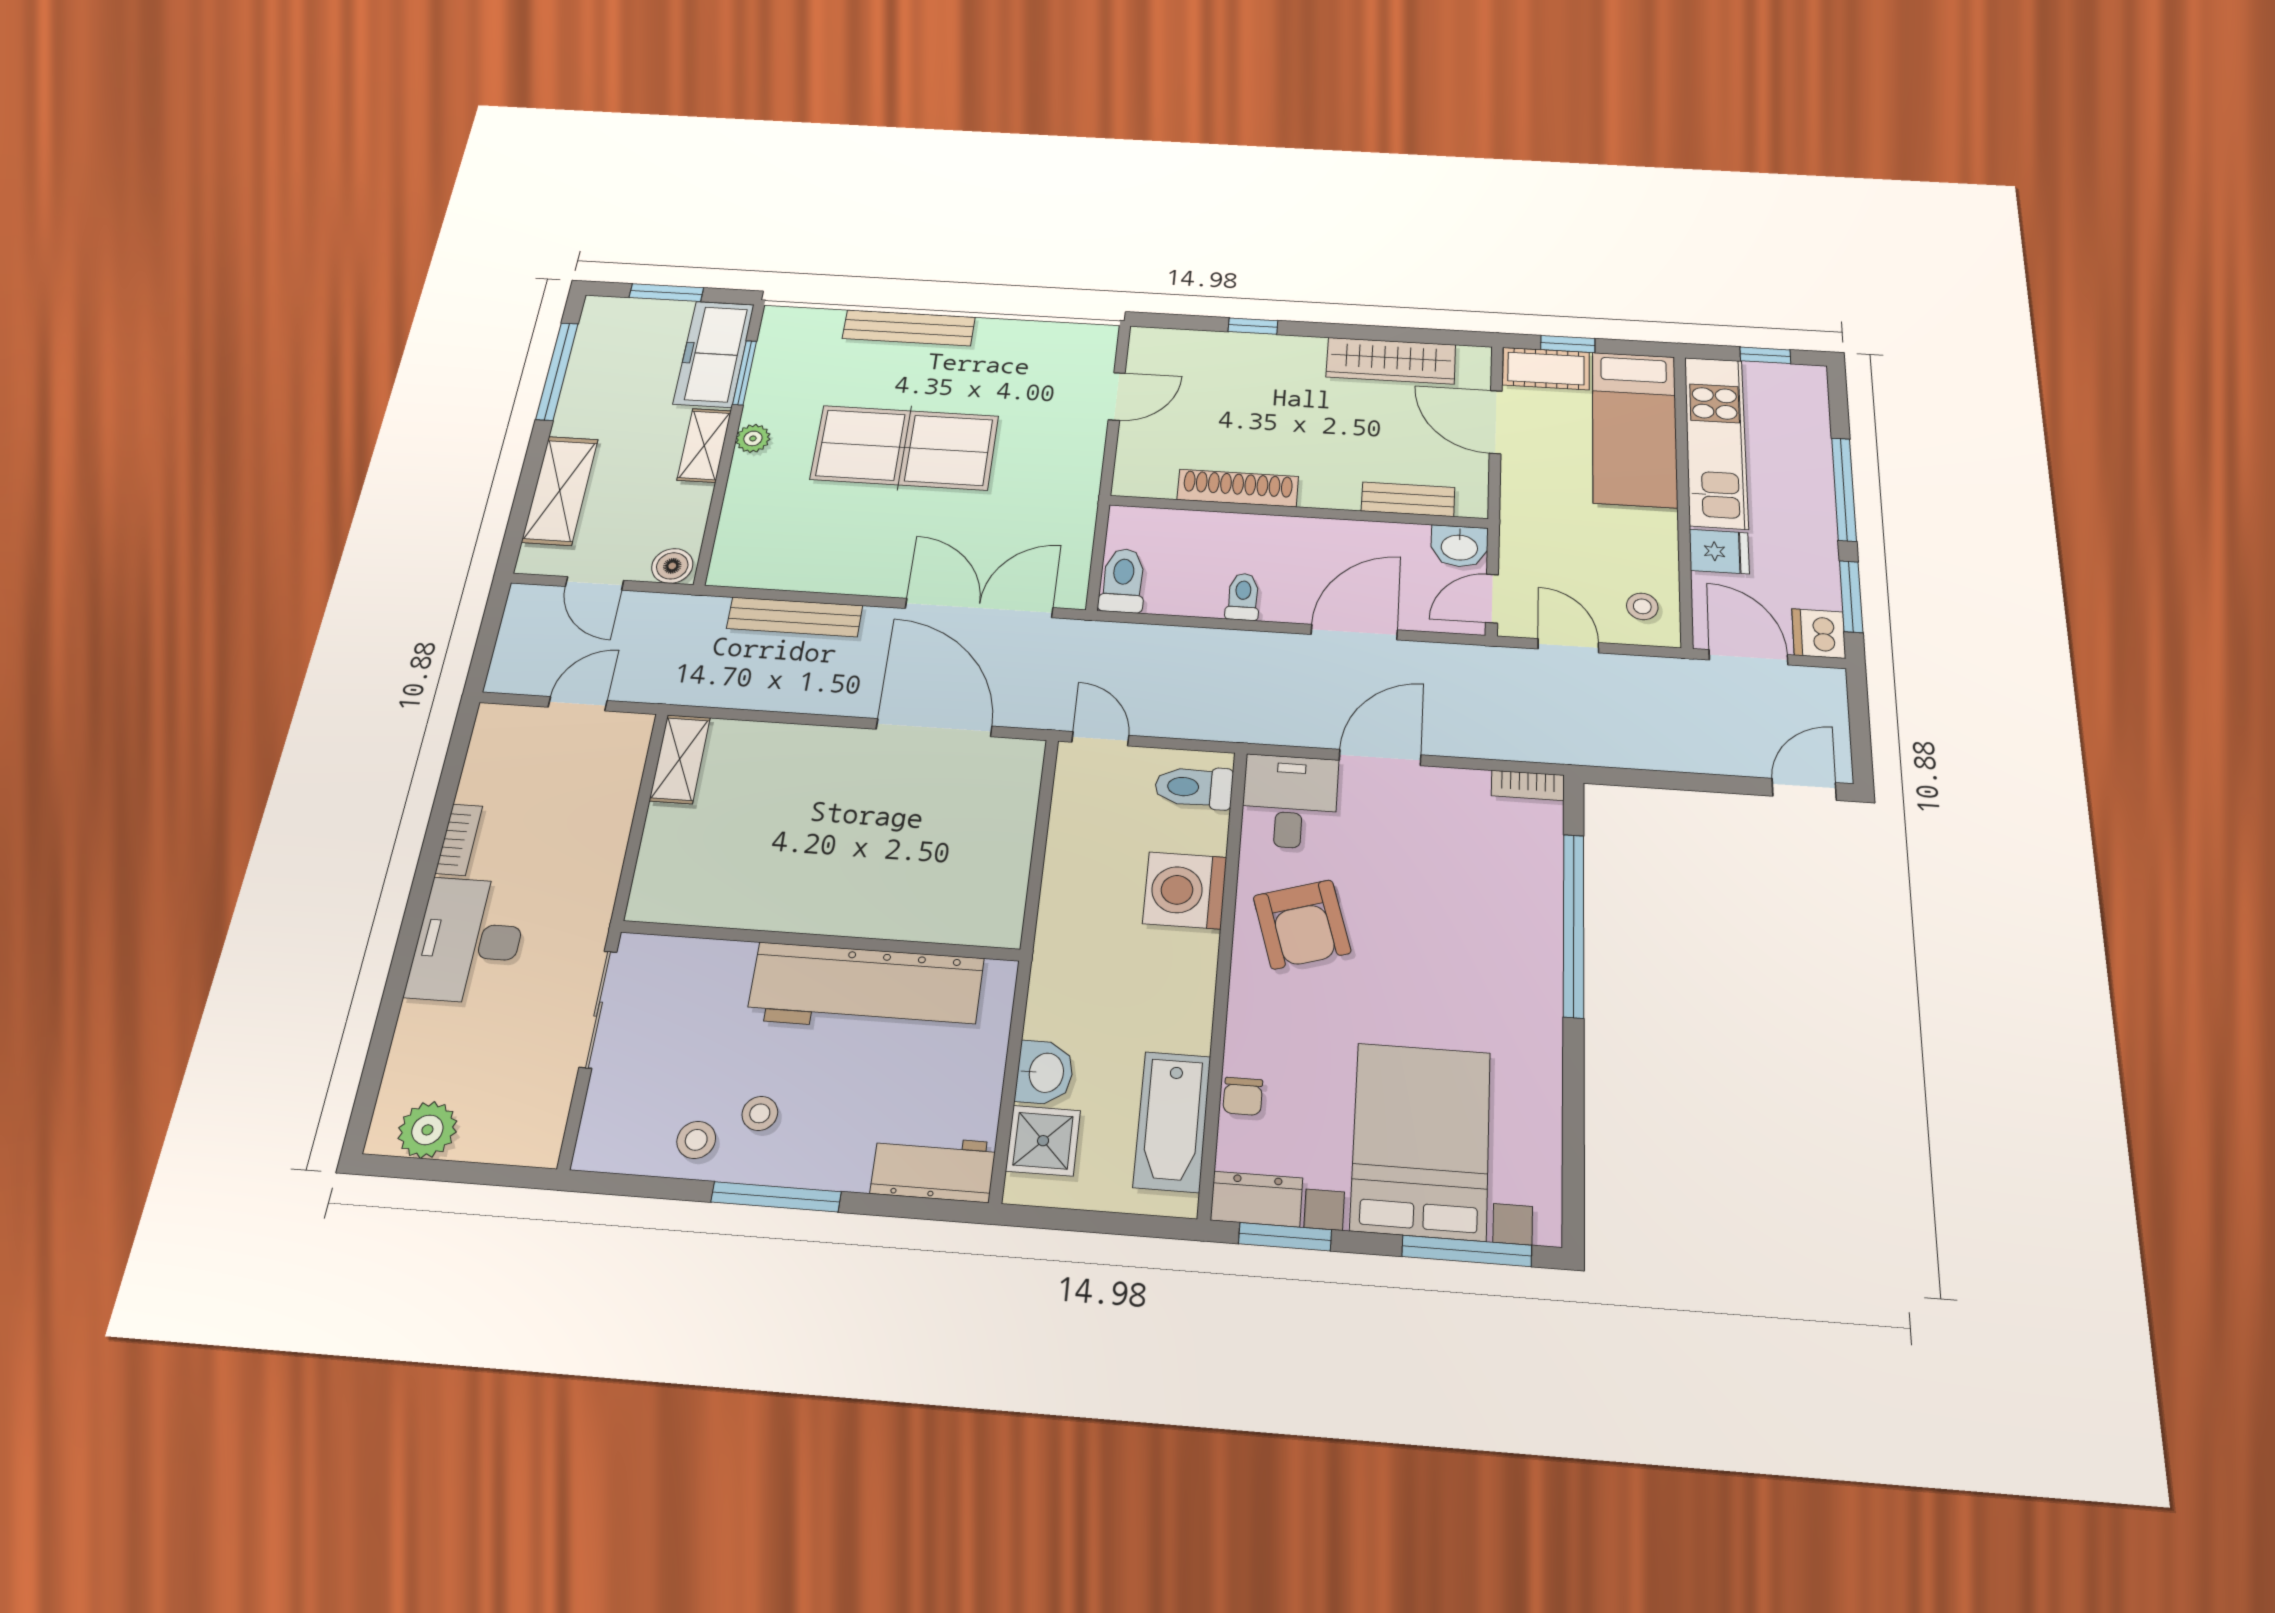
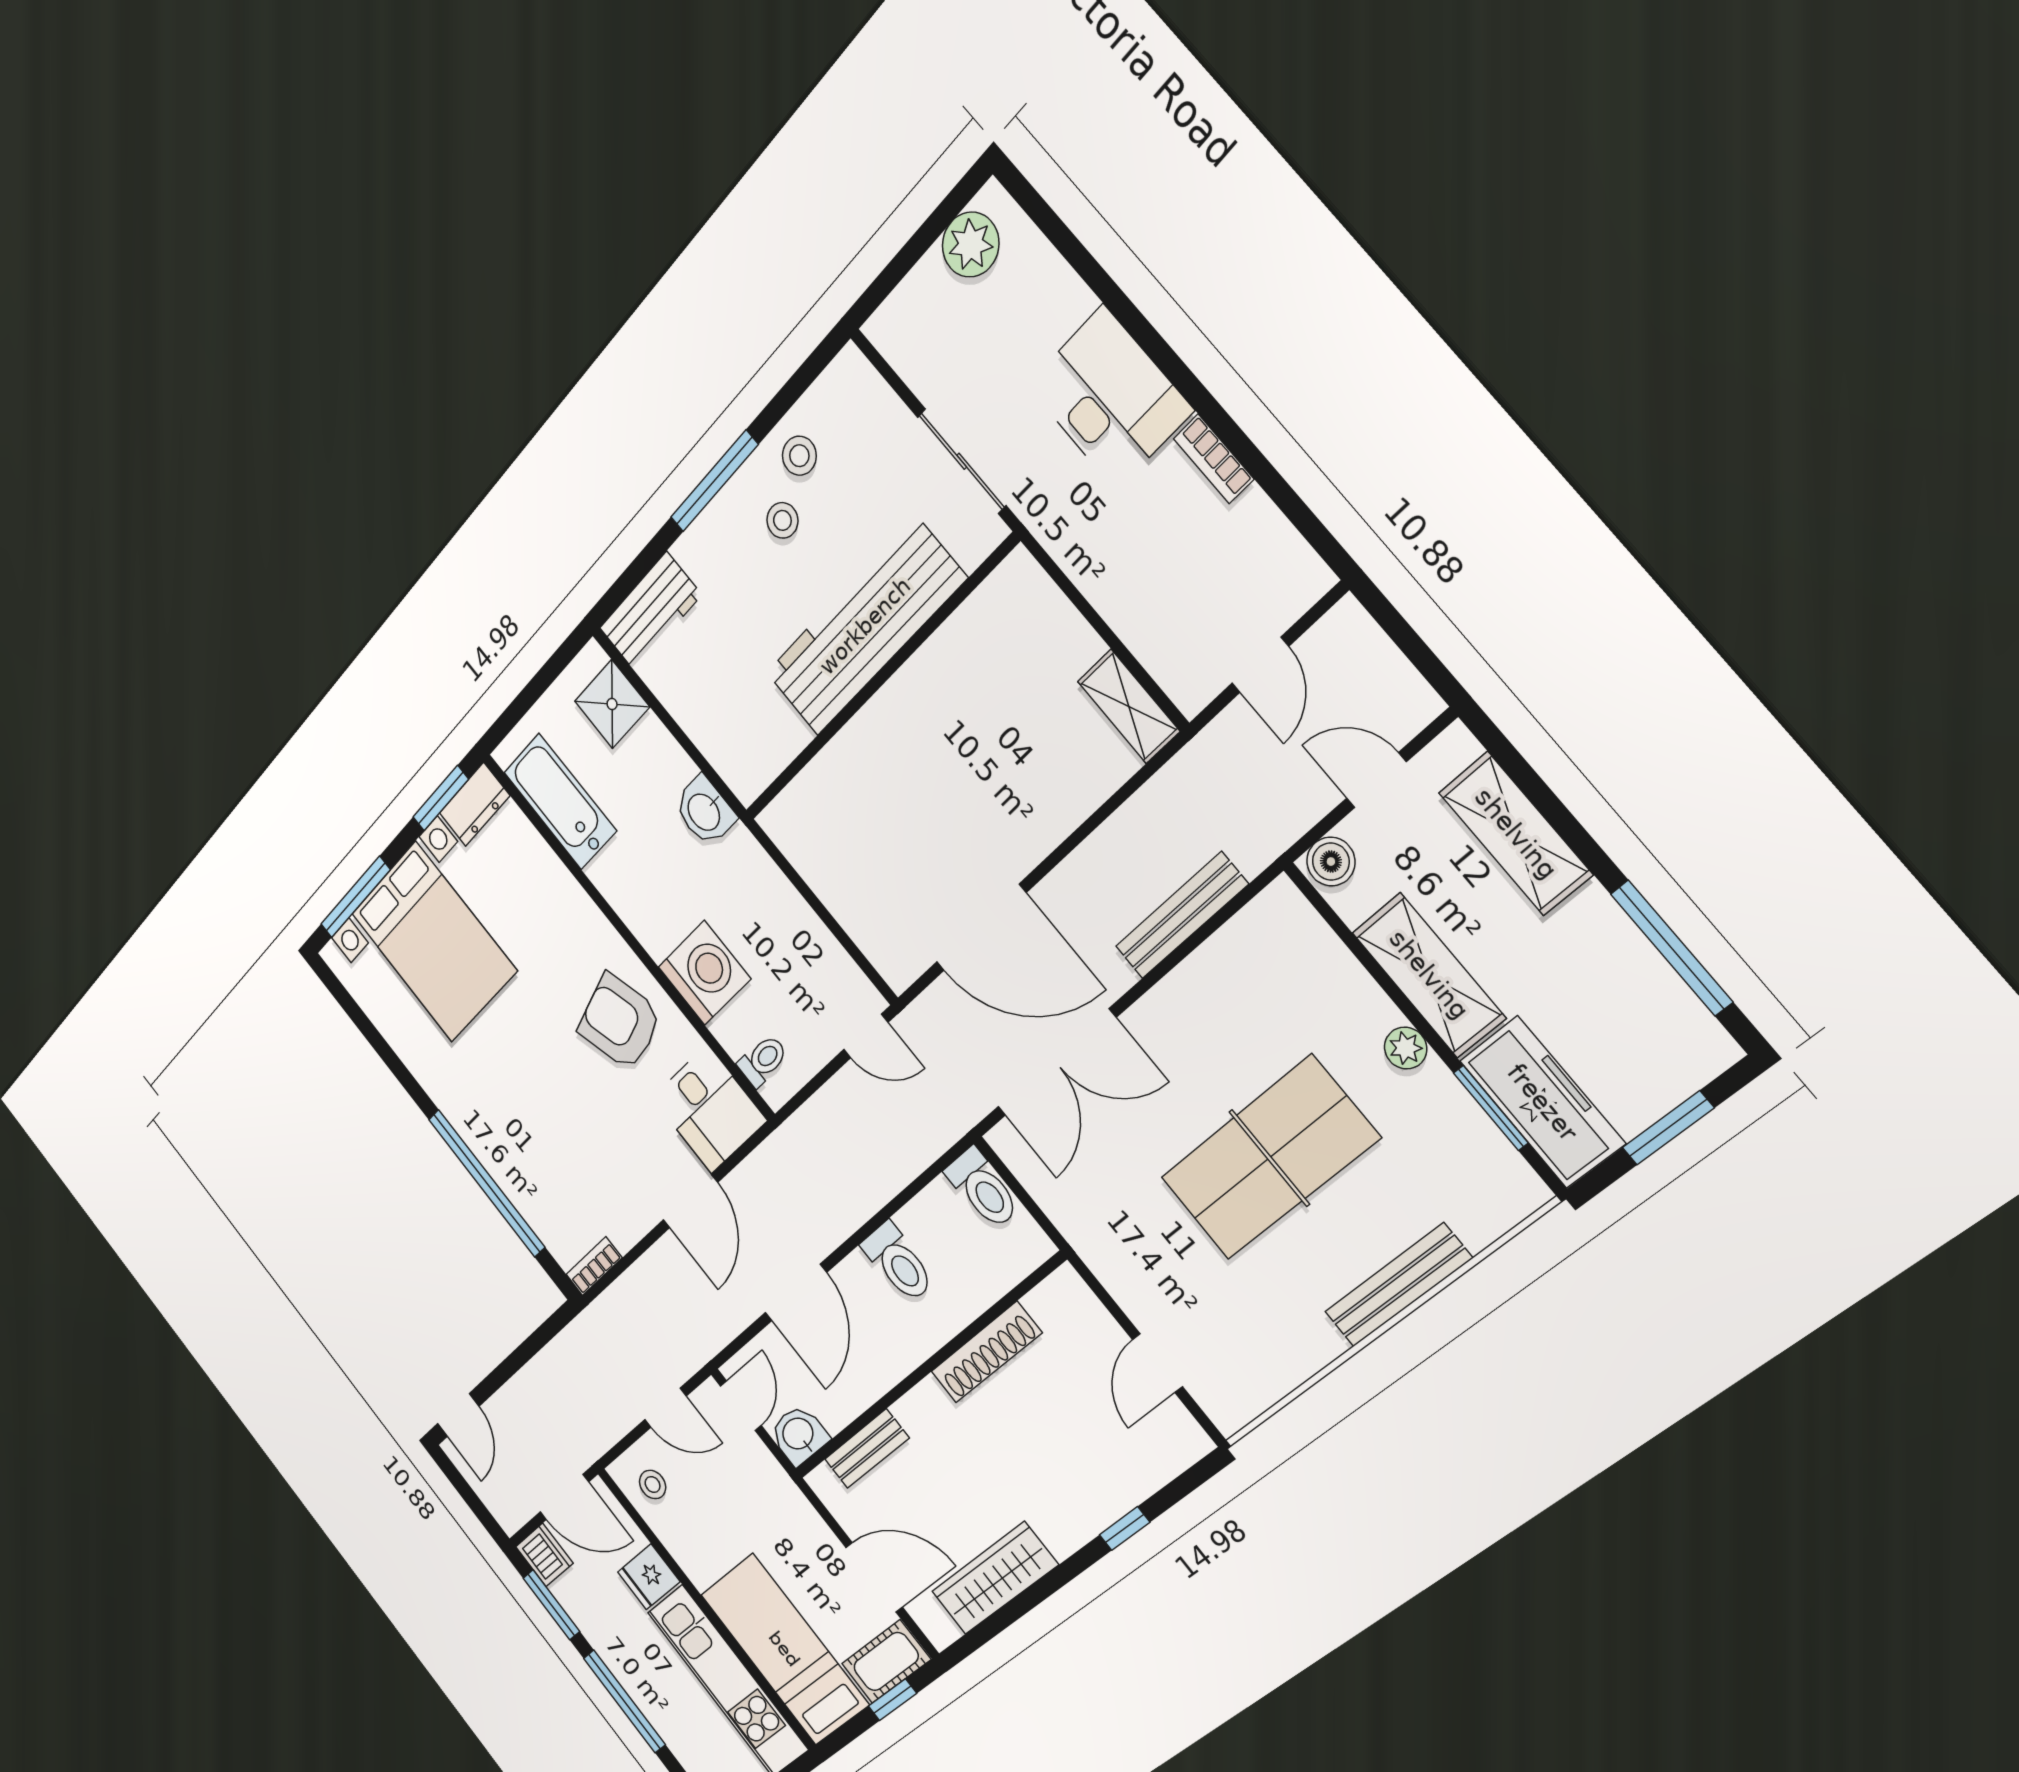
shelving: (704, 445) -> (1429, 975), width x1.50, depth x1.33
toilet: (1243, 597) -> (898, 1262), width x1.37, depth x1.39
toilet: (1194, 787) -> (763, 1061), width x0.73, depth x0.72
workbench: (866, 989) -> (865, 626), moved
washbasin: (1045, 1073) -> (705, 811), moved
chair: (1243, 1096) -> (541, 863), removed

